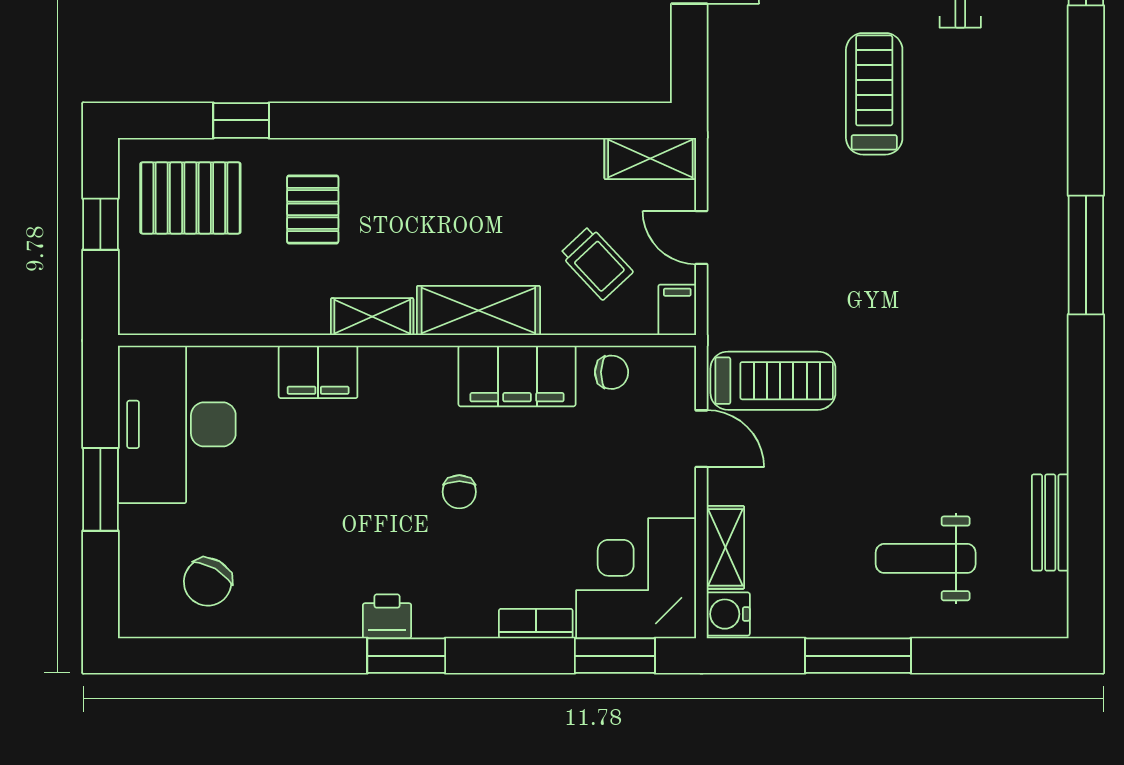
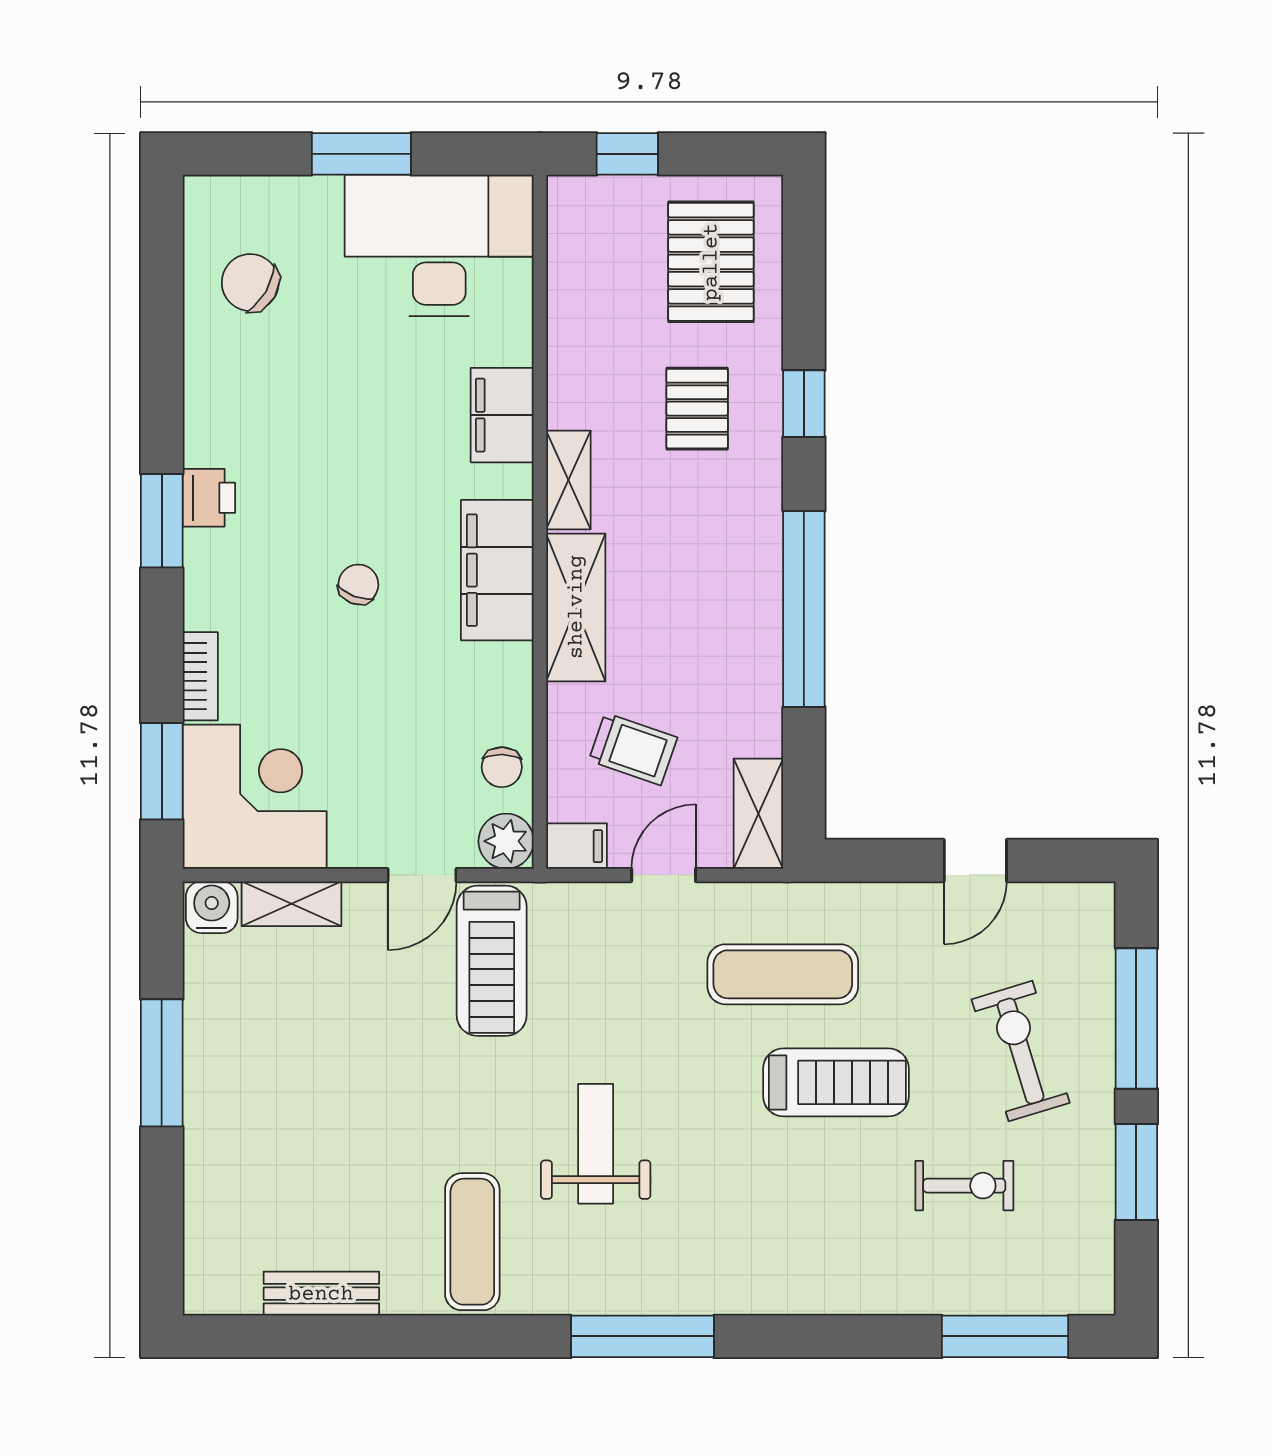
window: (241, 120) -> (804, 404), moved
window: (480, 120) -> (804, 609), added
exercise mat: (784, 138) -> (783, 974), added
pallet: (313, 209) -> (697, 409), turned 90
window: (100, 224) -> (627, 154), moved
trolley: (596, 263) -> (633, 749), turned -118
plant: (673, 369) -> (506, 841), added
filing cabinet: (517, 376) -> (497, 570), moved
exercise mat: (1007, 397) -> (472, 1242), added
chair: (459, 492) -> (358, 584), turned 111
weight bench: (926, 558) -> (596, 1144), moved

